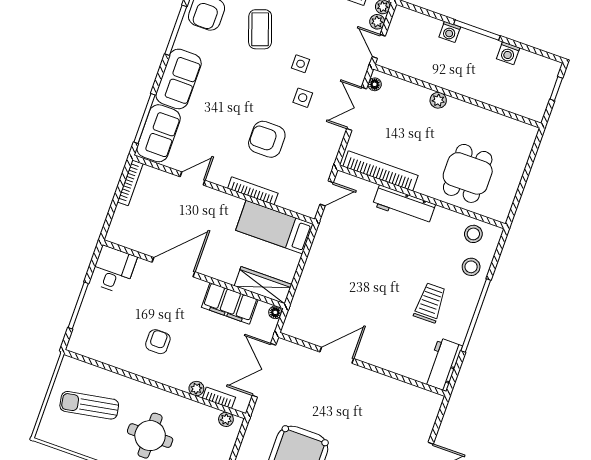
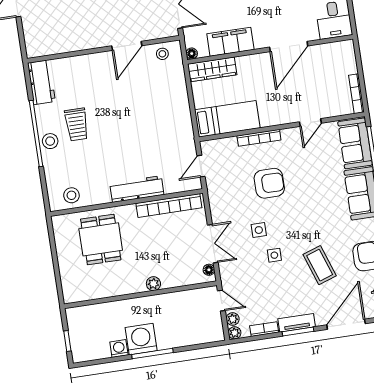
washing machine: (450, 32) -> (141, 339), moved, width x1.89, depth x1.89
stool: (471, 267) -> (50, 141), moved
stool: (305, 328) -> (162, 54), added

